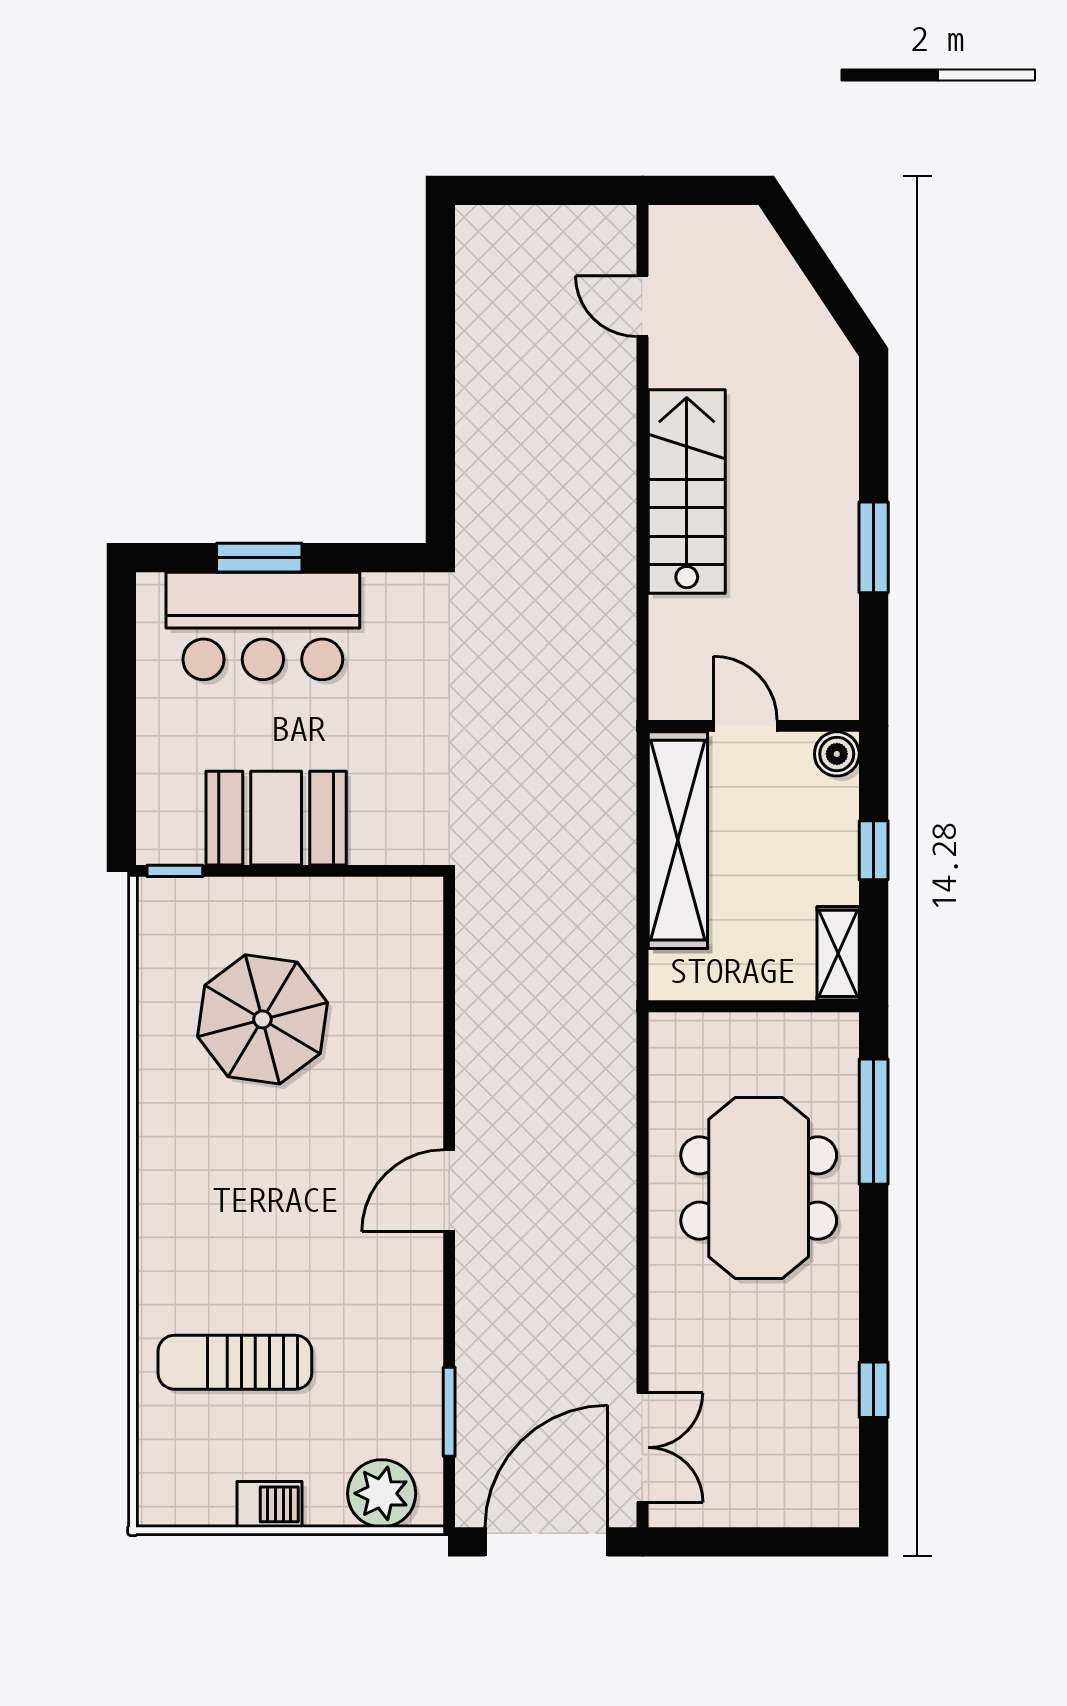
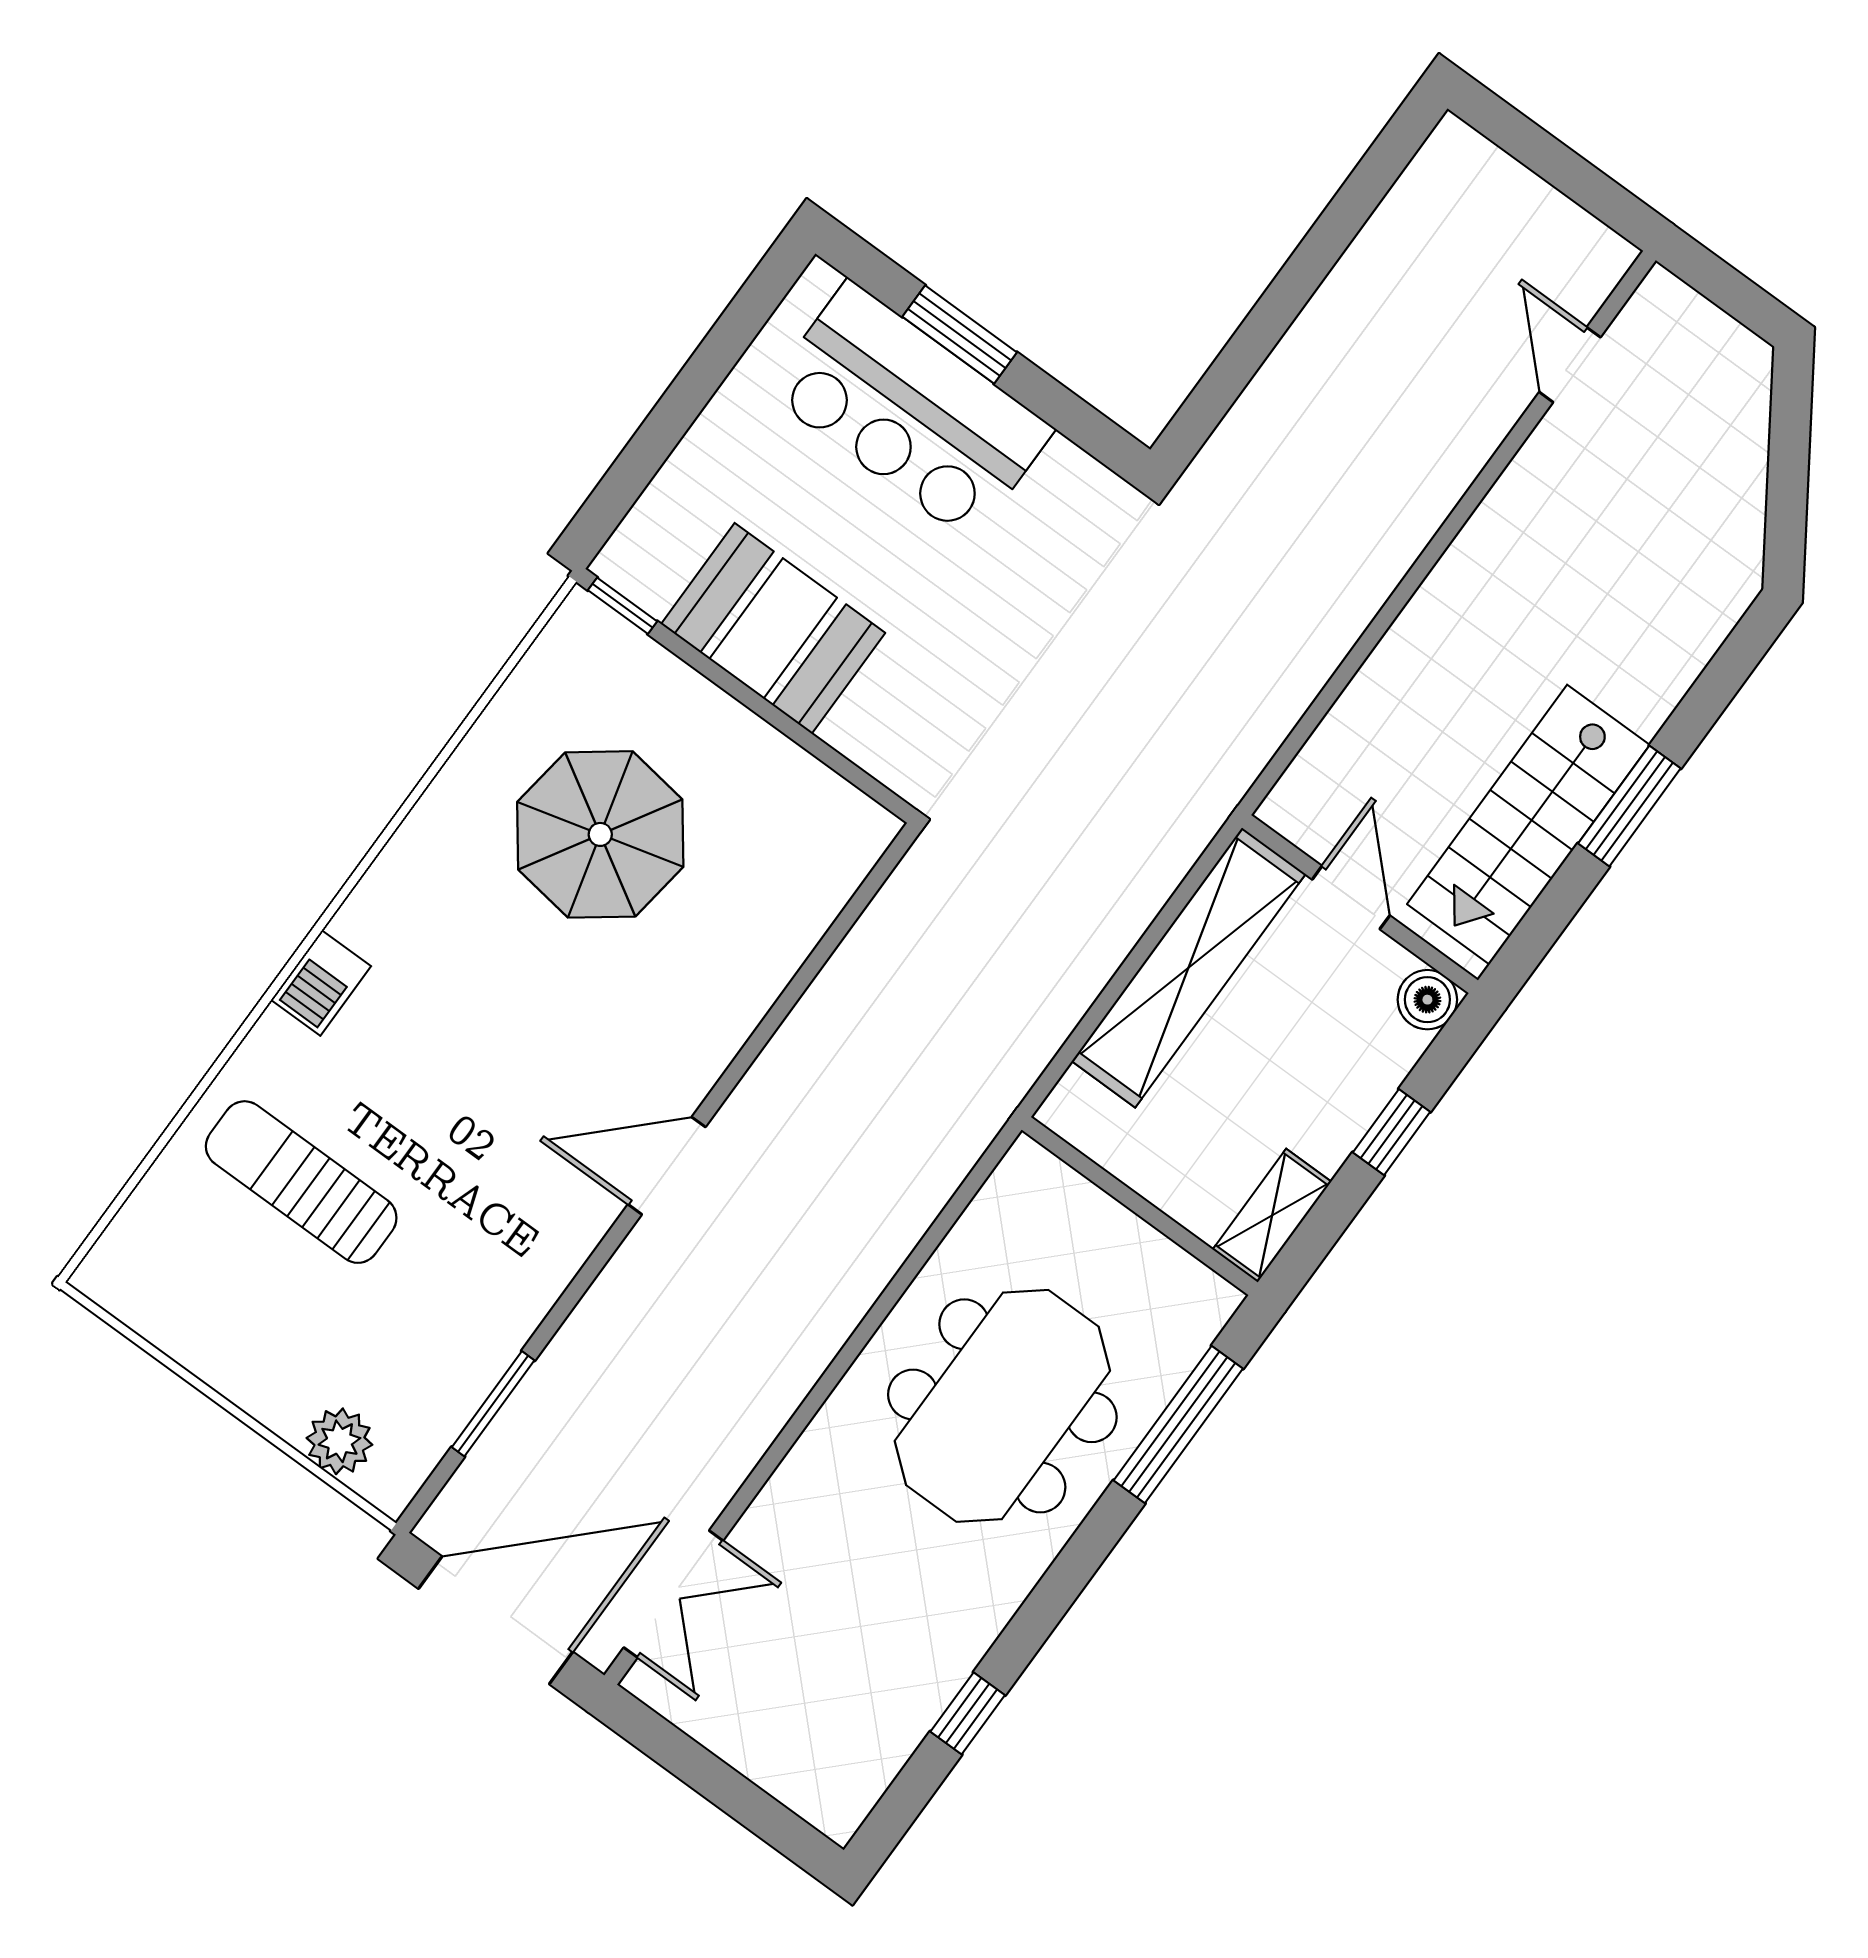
stairs: (687, 491) -> (1528, 825), moved, turned 180
plant: (382, 1493) -> (339, 1441), width x0.73, depth x0.73
barbecue: (270, 1504) -> (321, 983), moved, turned 90

